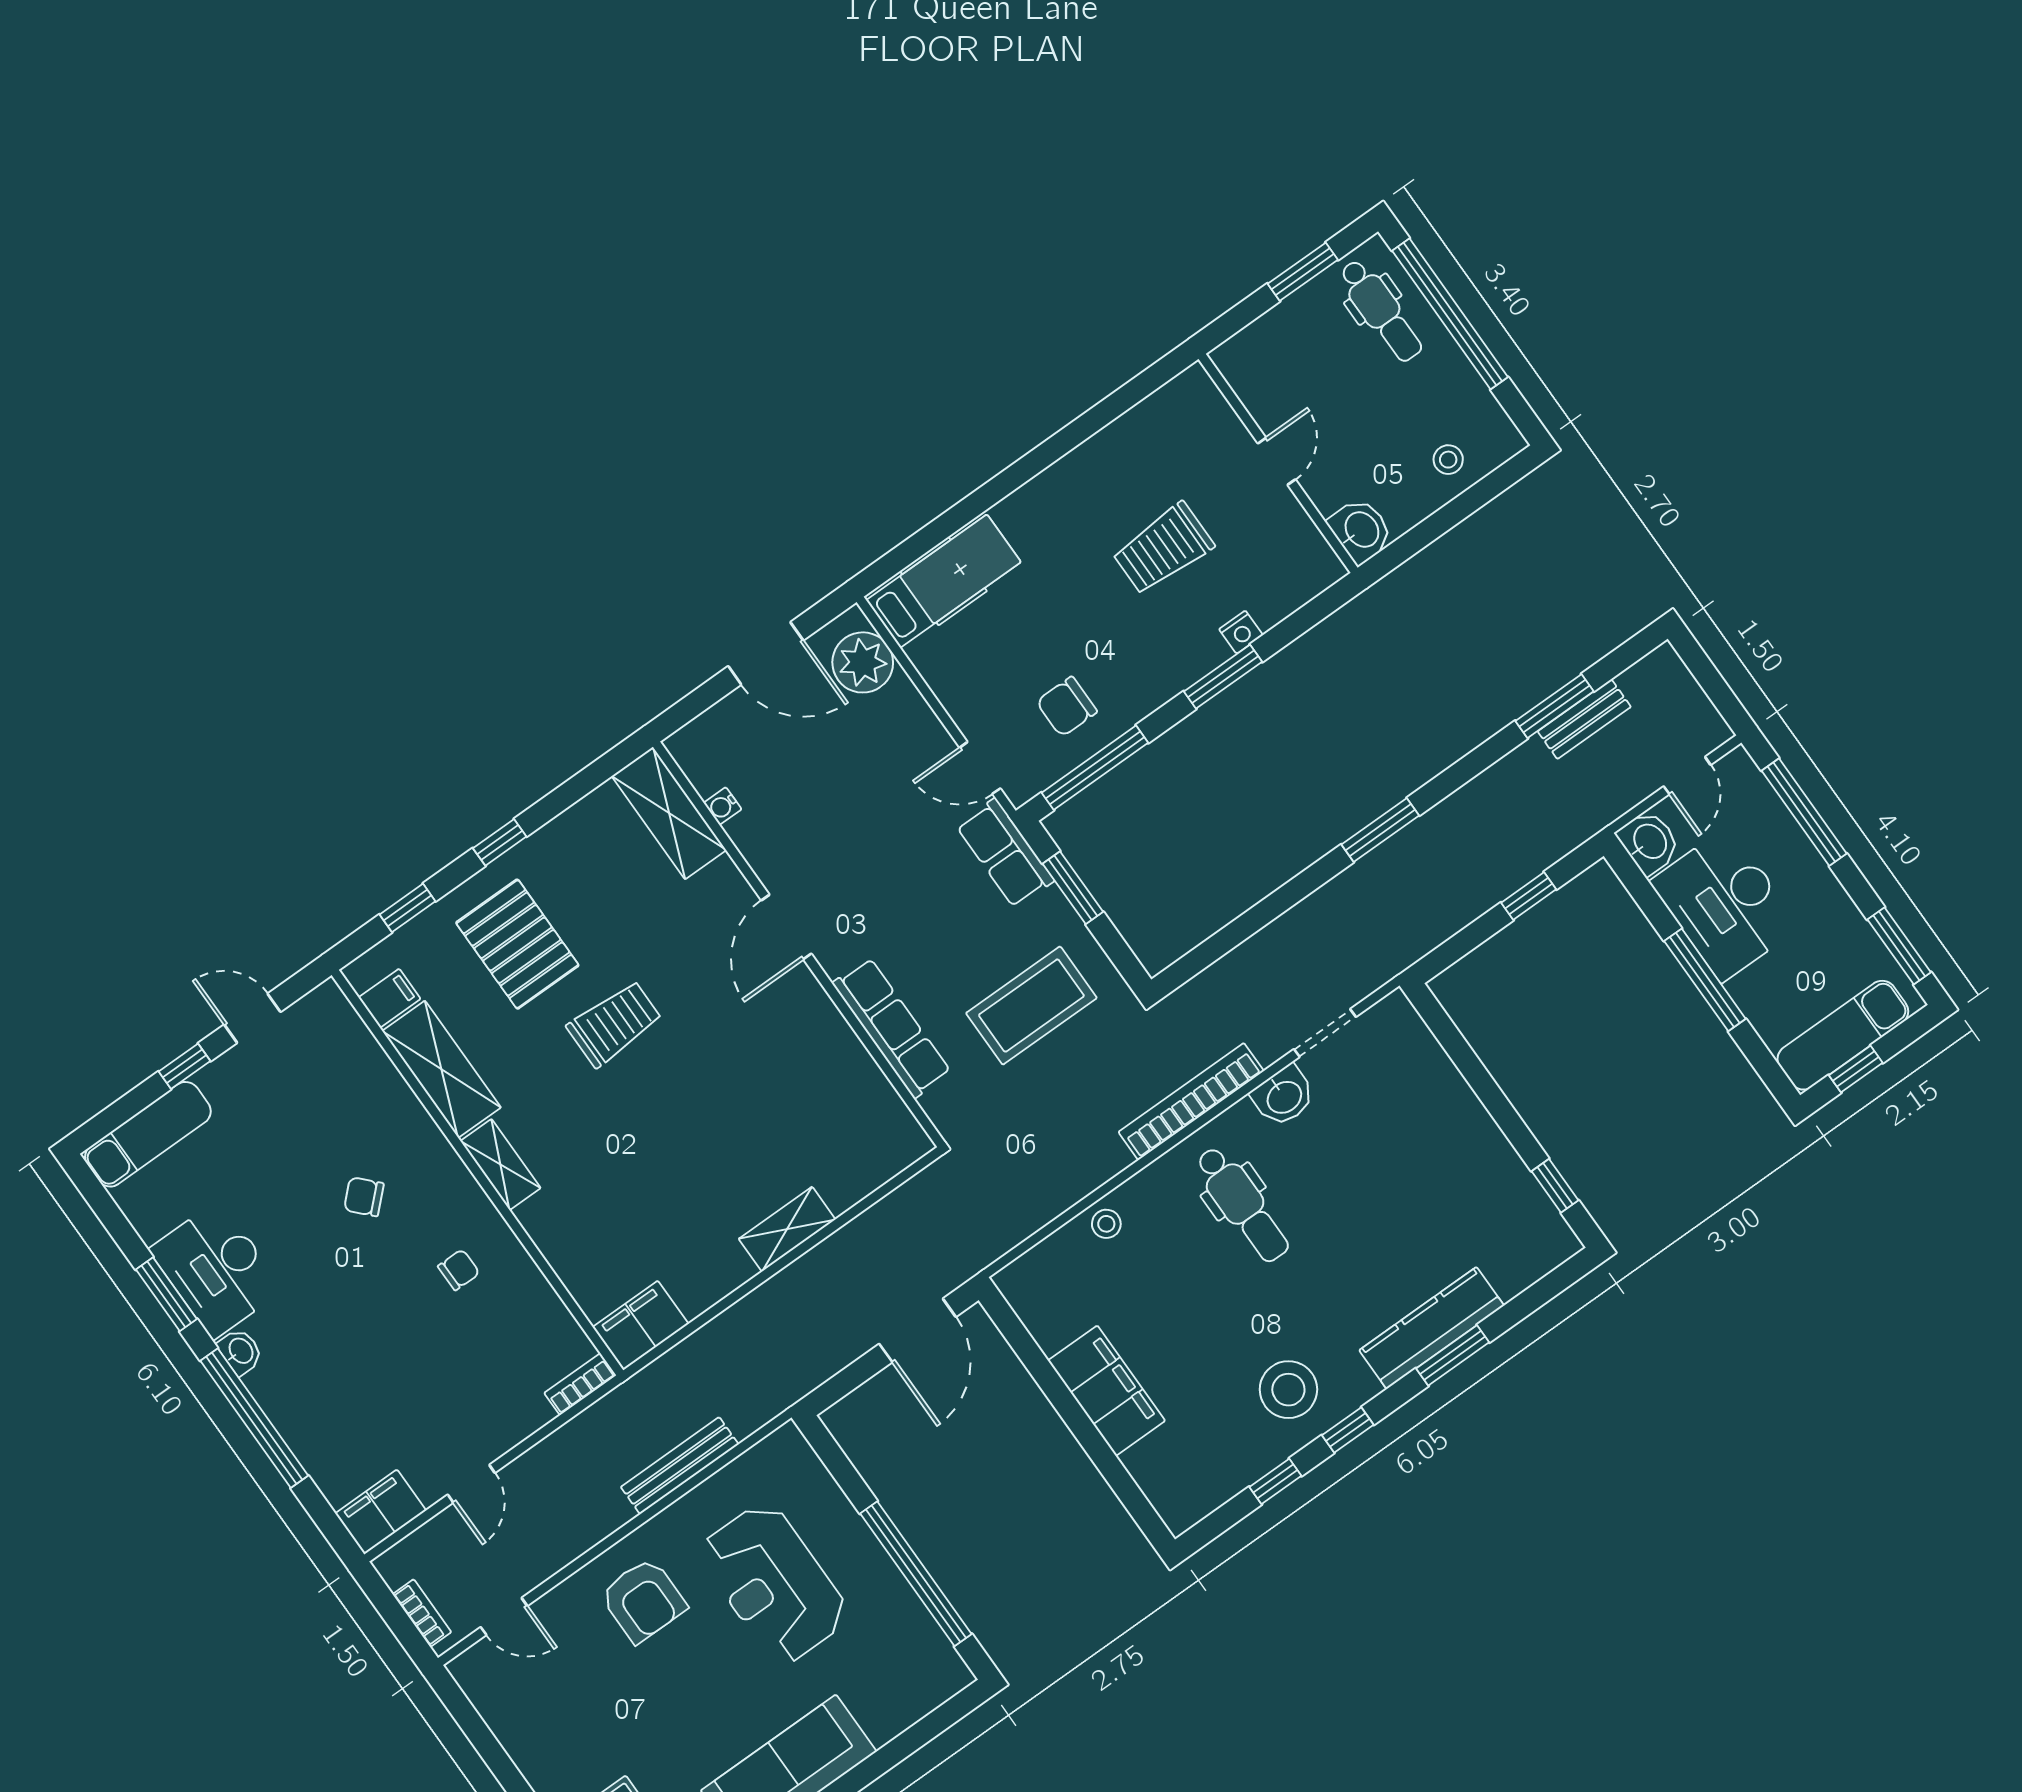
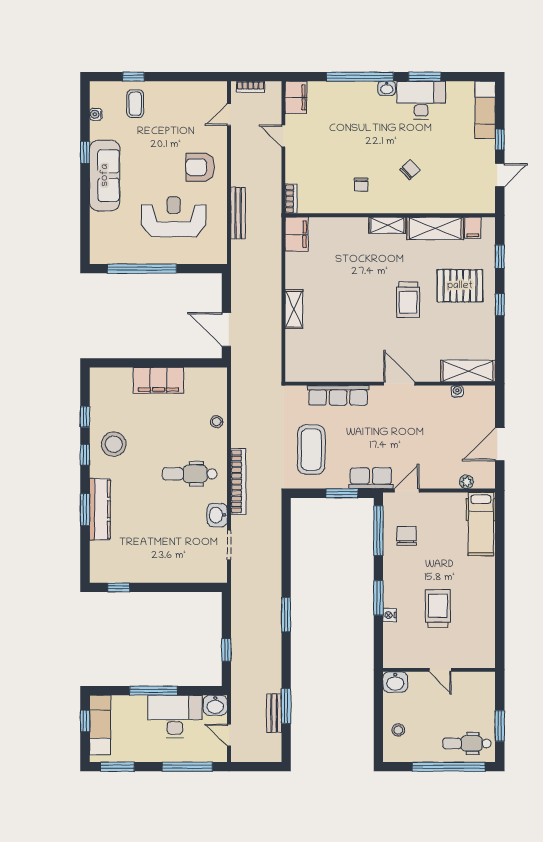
plant: (863, 662) -> (467, 482), width x0.53, depth x0.53

